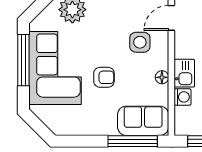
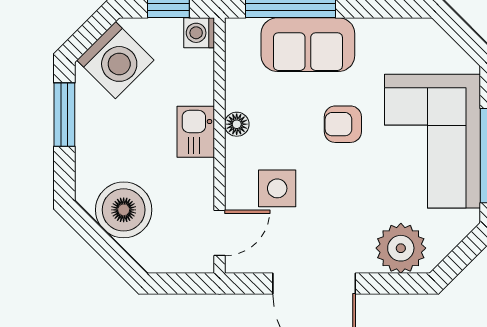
washing machine: (183, 97) -> (199, 33), moved
sofa: (143, 121) -> (308, 45), moved

